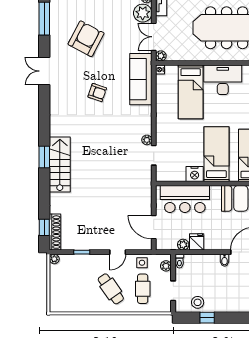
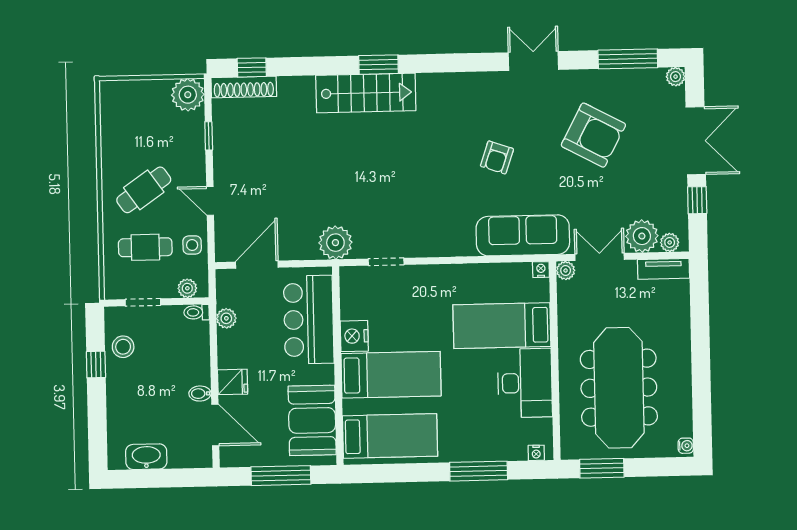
plant: (147, 140) -> (335, 243), moved, width x1.88, depth x1.88
fridge: (197, 242) -> (233, 382), moved
plant: (54, 259) -> (188, 95), width x1.87, depth x1.87

